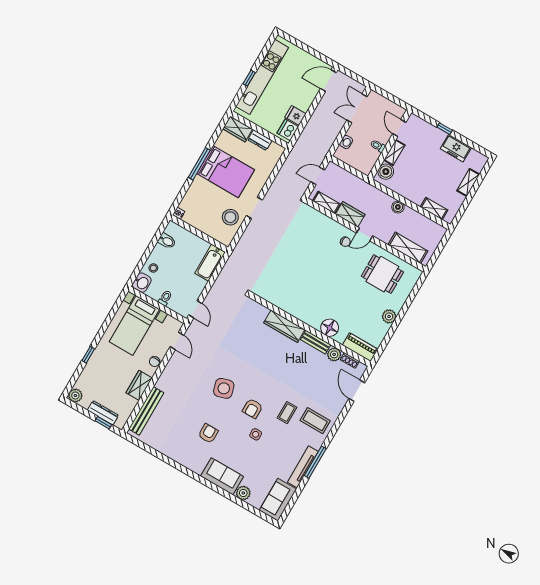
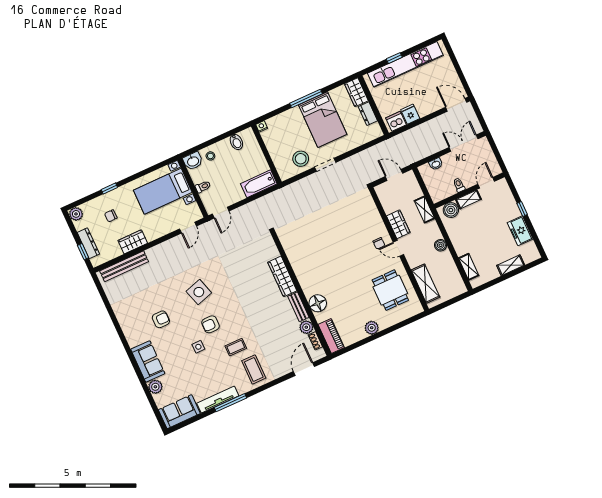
shelving: (326, 203) -> (425, 210), moved
chair: (155, 362) -> (111, 216), moved

